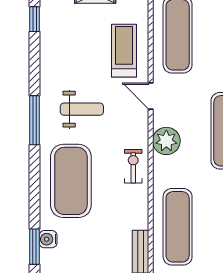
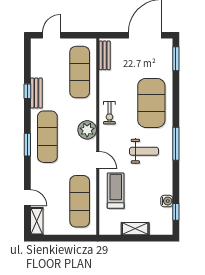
treadmill: (124, 51) -> (116, 191), turned 180
weight bench: (82, 109) -> (144, 151), turned 180
water cooler: (48, 239) -> (167, 201), moved

